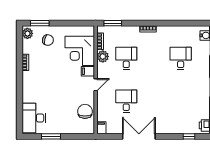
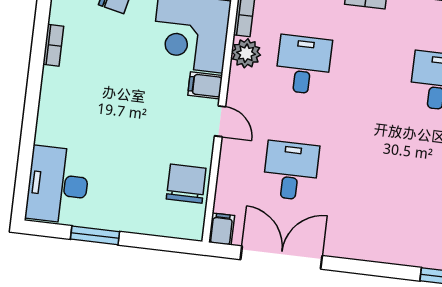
door: (96, 85) -> (220, 121), hinge flipped
double door: (139, 136) -> (281, 258), moved

